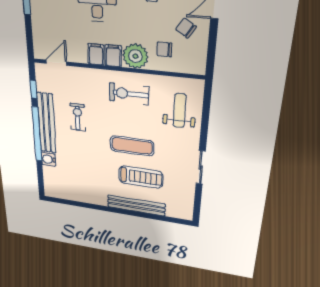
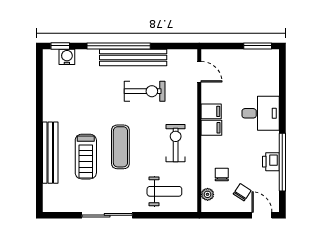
plant: (135, 56) -> (208, 194), moved, width x0.53, depth x0.53
window: (33, 89) -> (60, 46), moved
exercise bike: (78, 117) -> (145, 91), width x1.38, depth x1.39
water cooler: (48, 159) -> (67, 57), moved
sliding door: (201, 167) -> (107, 215), width x1.37

